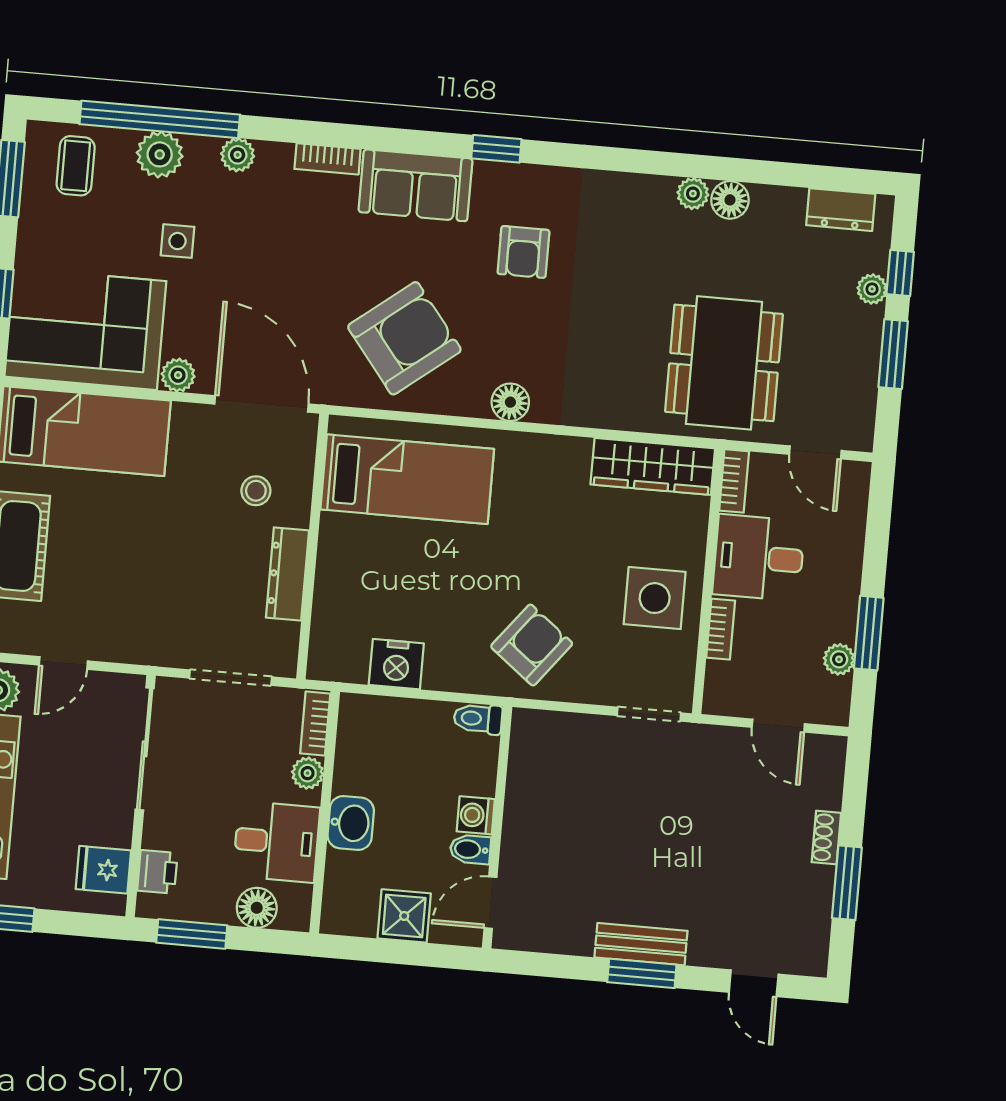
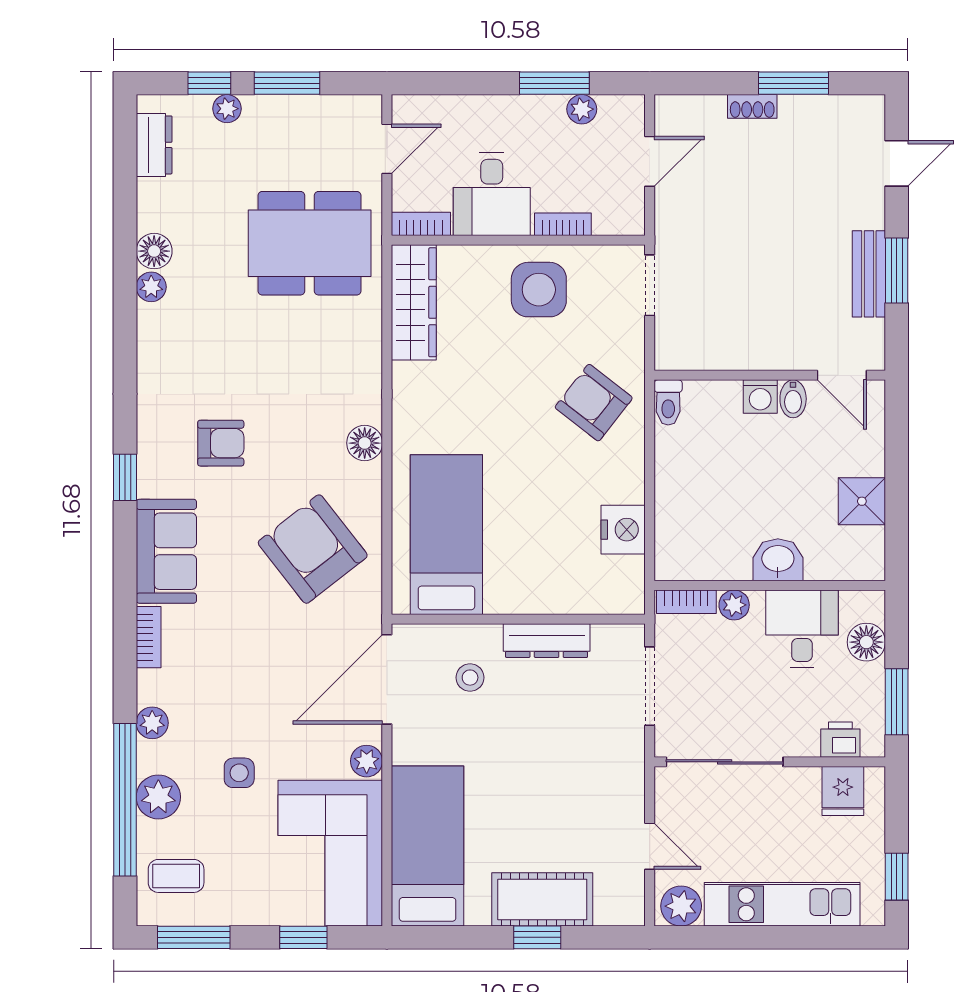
toilet: (478, 719) -> (668, 402), moved
washing machine: (476, 815) -> (760, 397), moved
wall: (497, 827) -> (770, 375), moved
bidet: (470, 849) -> (793, 399), moved
door: (491, 903) -> (842, 375), moved

